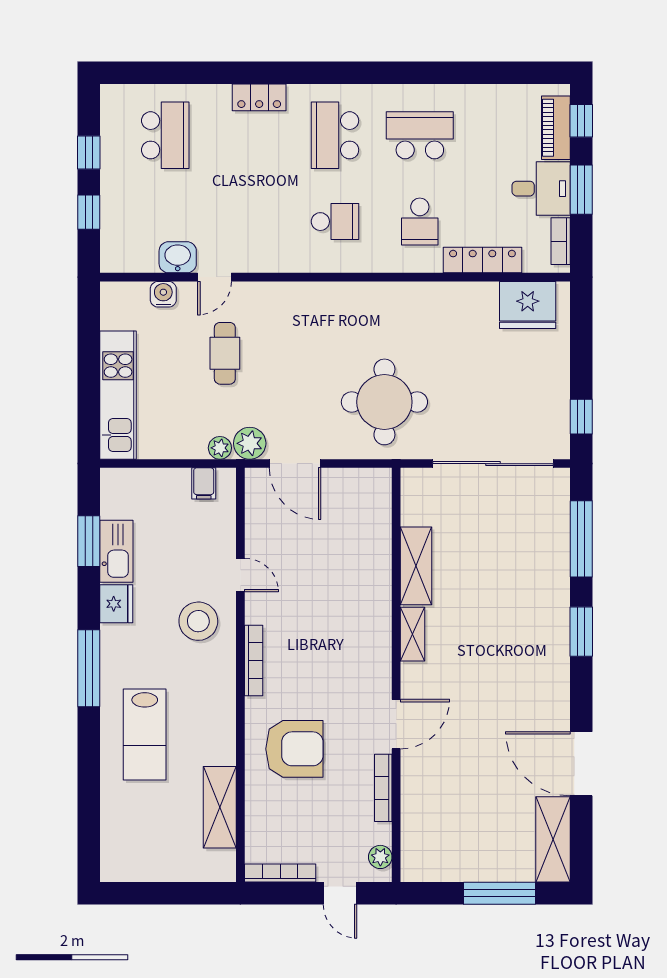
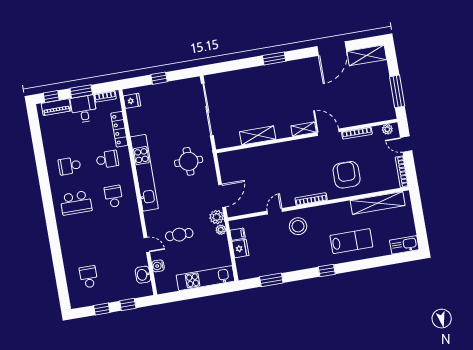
locker: (259, 97) -> (65, 239), removed
school desk: (165, 135) -> (89, 277), width x0.54
school desk: (420, 135) -> (70, 166), width x0.54
washbasin: (178, 257) -> (143, 275), moved
kitchen unit: (376, 299) -> (144, 173), added
fridge: (528, 305) -> (132, 101), width x0.53, depth x0.75
round table: (384, 402) -> (189, 161), width x0.73, depth x0.73
window: (581, 417) -> (159, 78), moved
window: (581, 539) -> (234, 65), removed
kitchen sink: (116, 551) -> (404, 245), moved
fridge: (116, 604) -> (240, 249), moved, turned 90
shelving: (413, 634) -> (304, 129), moved
window: (89, 668) -> (327, 270), width x0.46
shelving: (220, 807) -> (378, 203), width x1.47
door: (340, 893) -> (406, 144), swing flipped
window: (500, 893) -> (397, 91), moved

